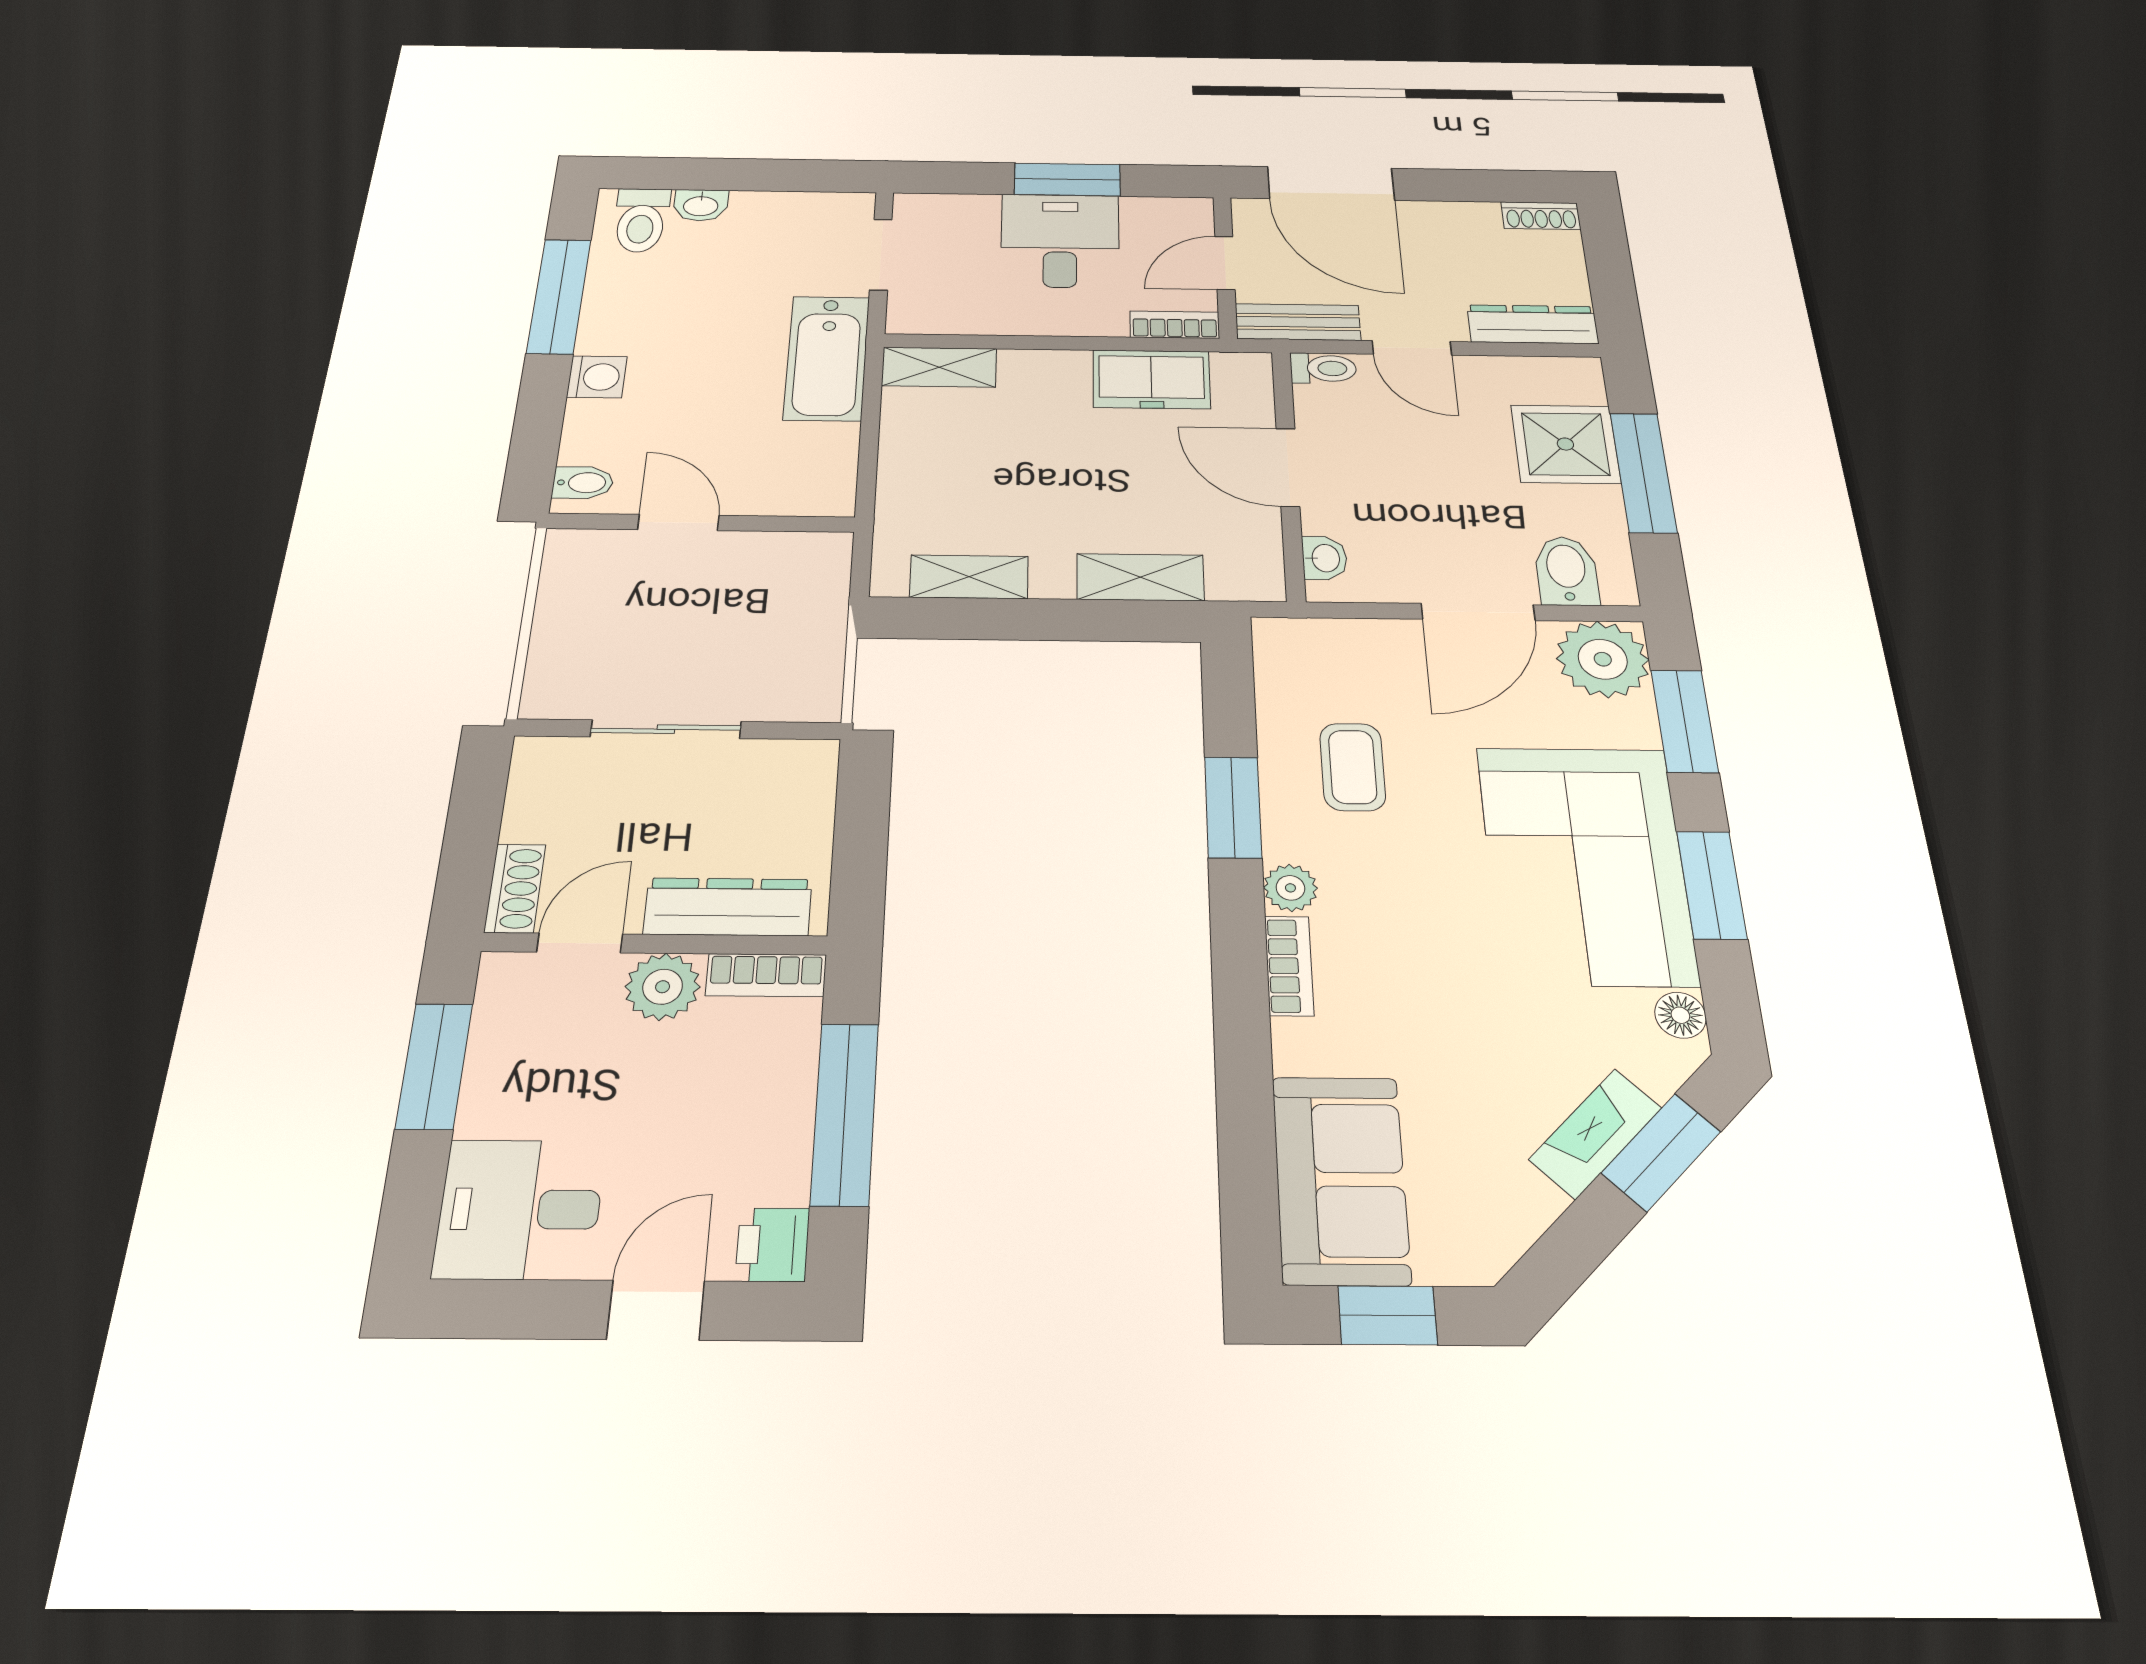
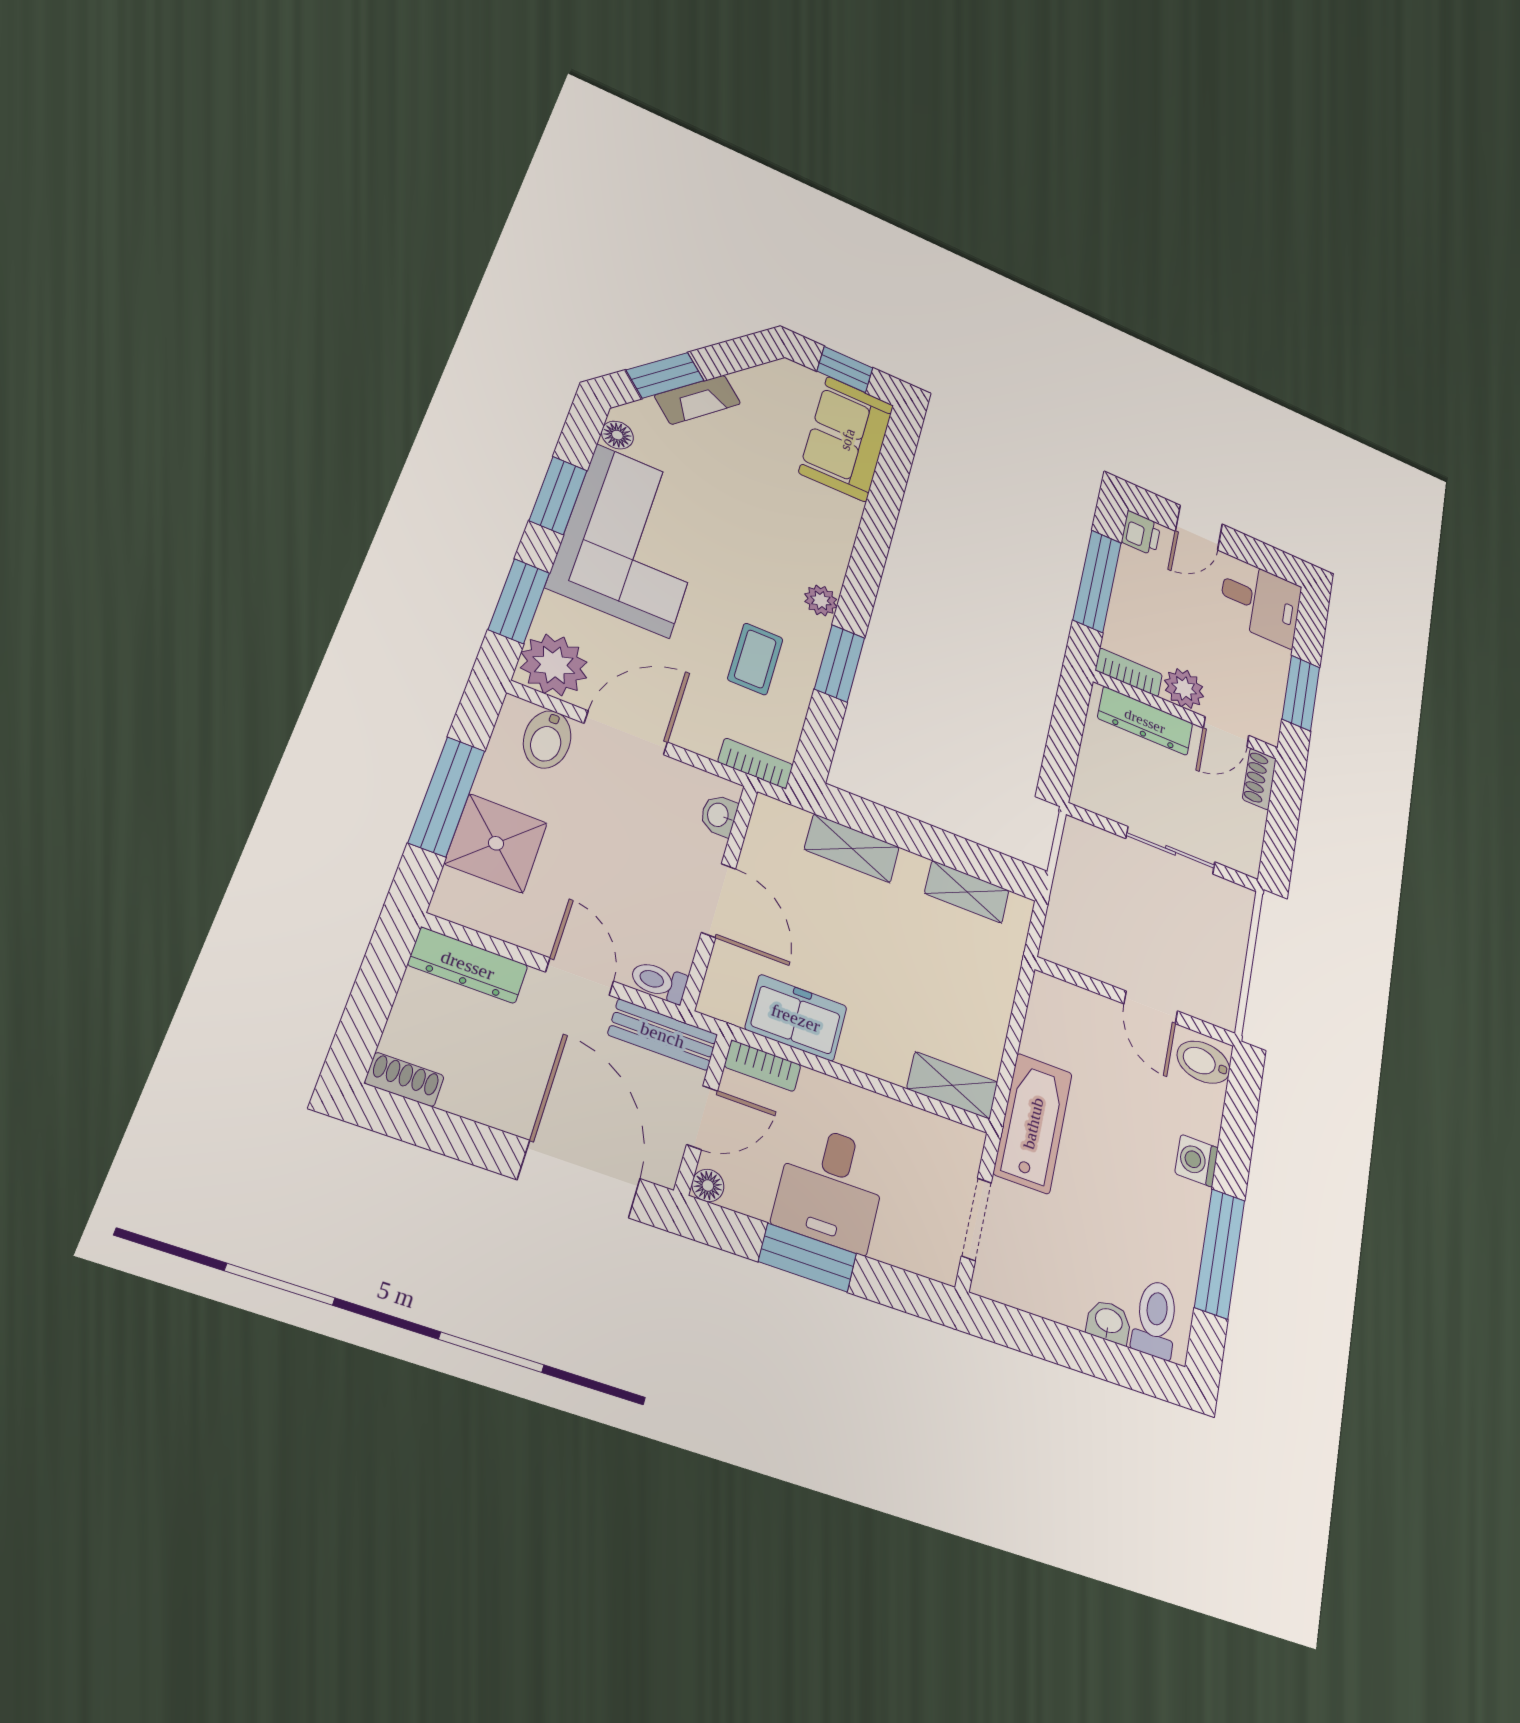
floor lamp: (1196, 210) -> (708, 1185), added
bidet: (583, 483) -> (1203, 1062), width x1.38, depth x1.36
bookcase: (1289, 966) -> (755, 763), moved, turned 90

